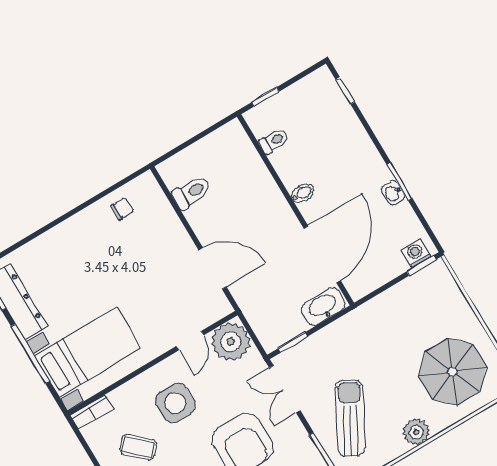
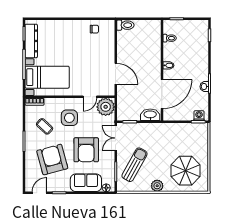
toilet: (192, 192) -> (125, 25), moved

